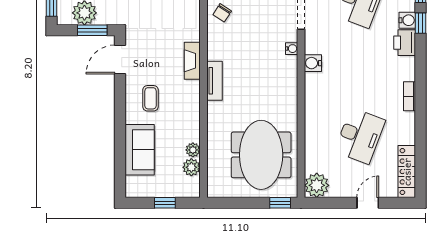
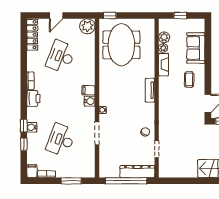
printer: (405, 43) -> (33, 98), moved
fireplace: (192, 61) -> (164, 65), moved
filing cabinet: (315, 81) -> (88, 90), added

